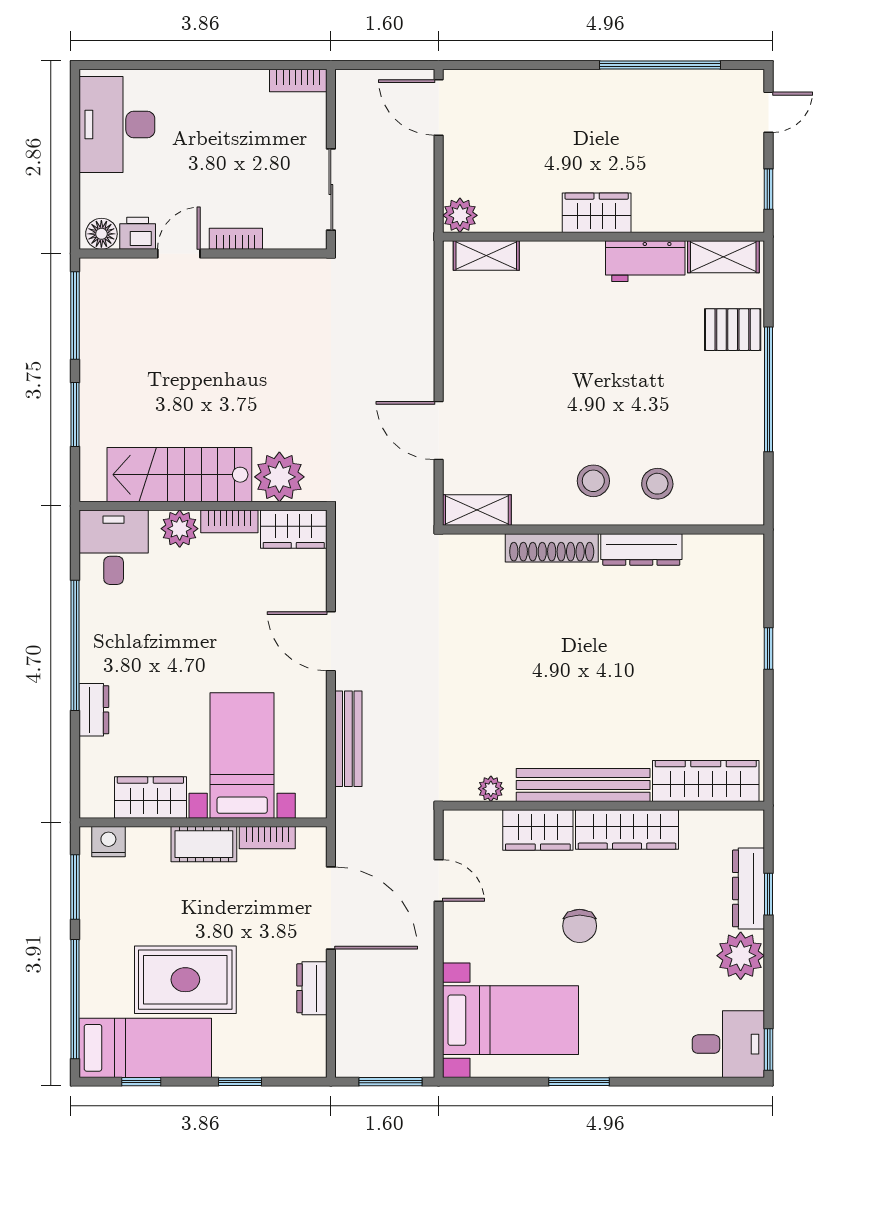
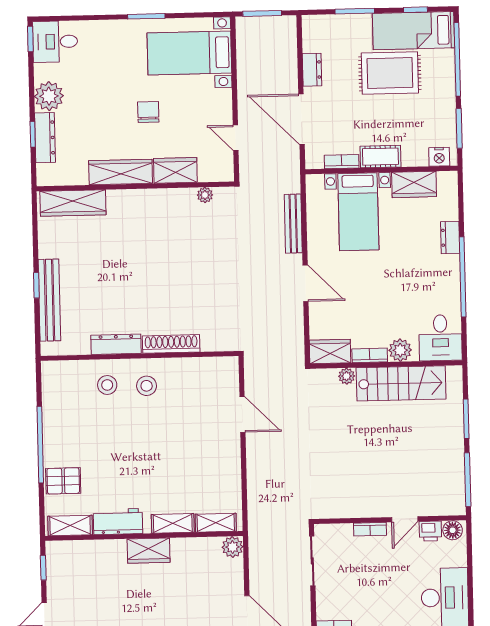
plant: (279, 477) -> (347, 376), width x0.53, depth x0.53
shelving: (477, 510) -> (173, 523), moved
bench: (583, 785) -> (49, 300), moved, turned 90
window: (240, 1082) -> (355, 11), width x1.50

